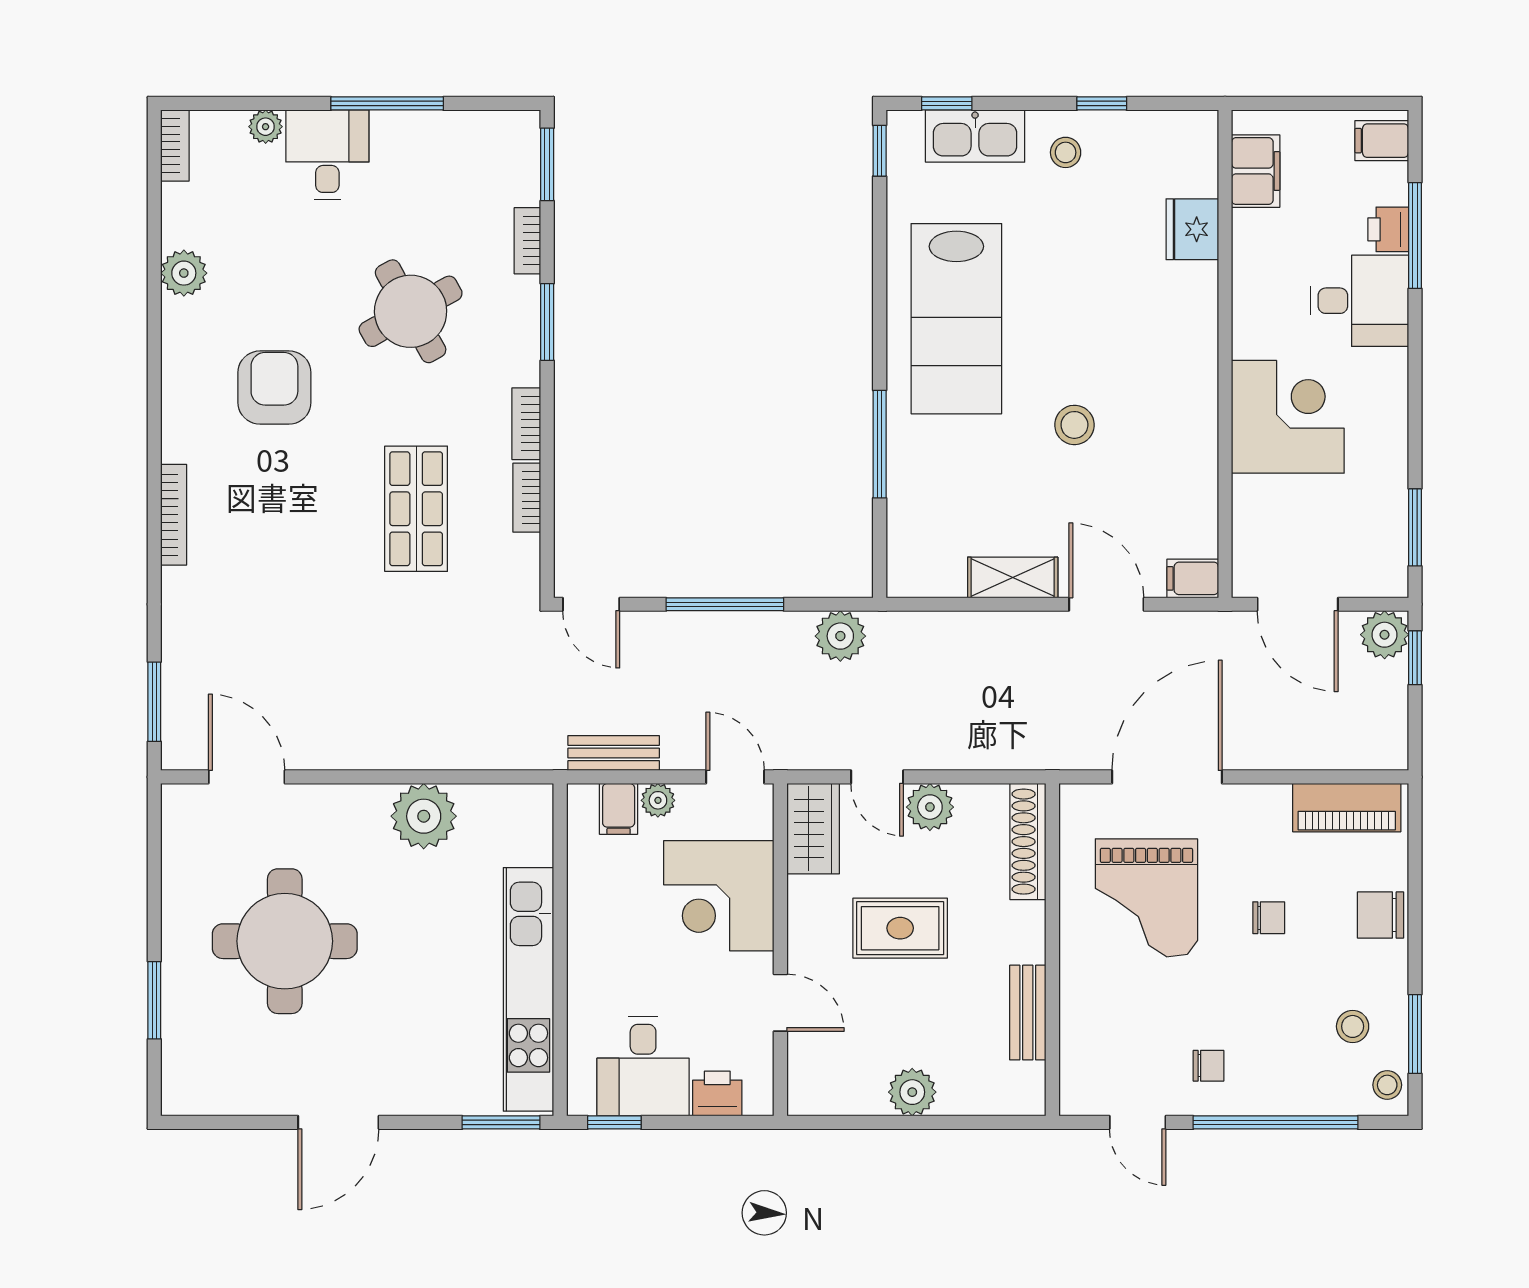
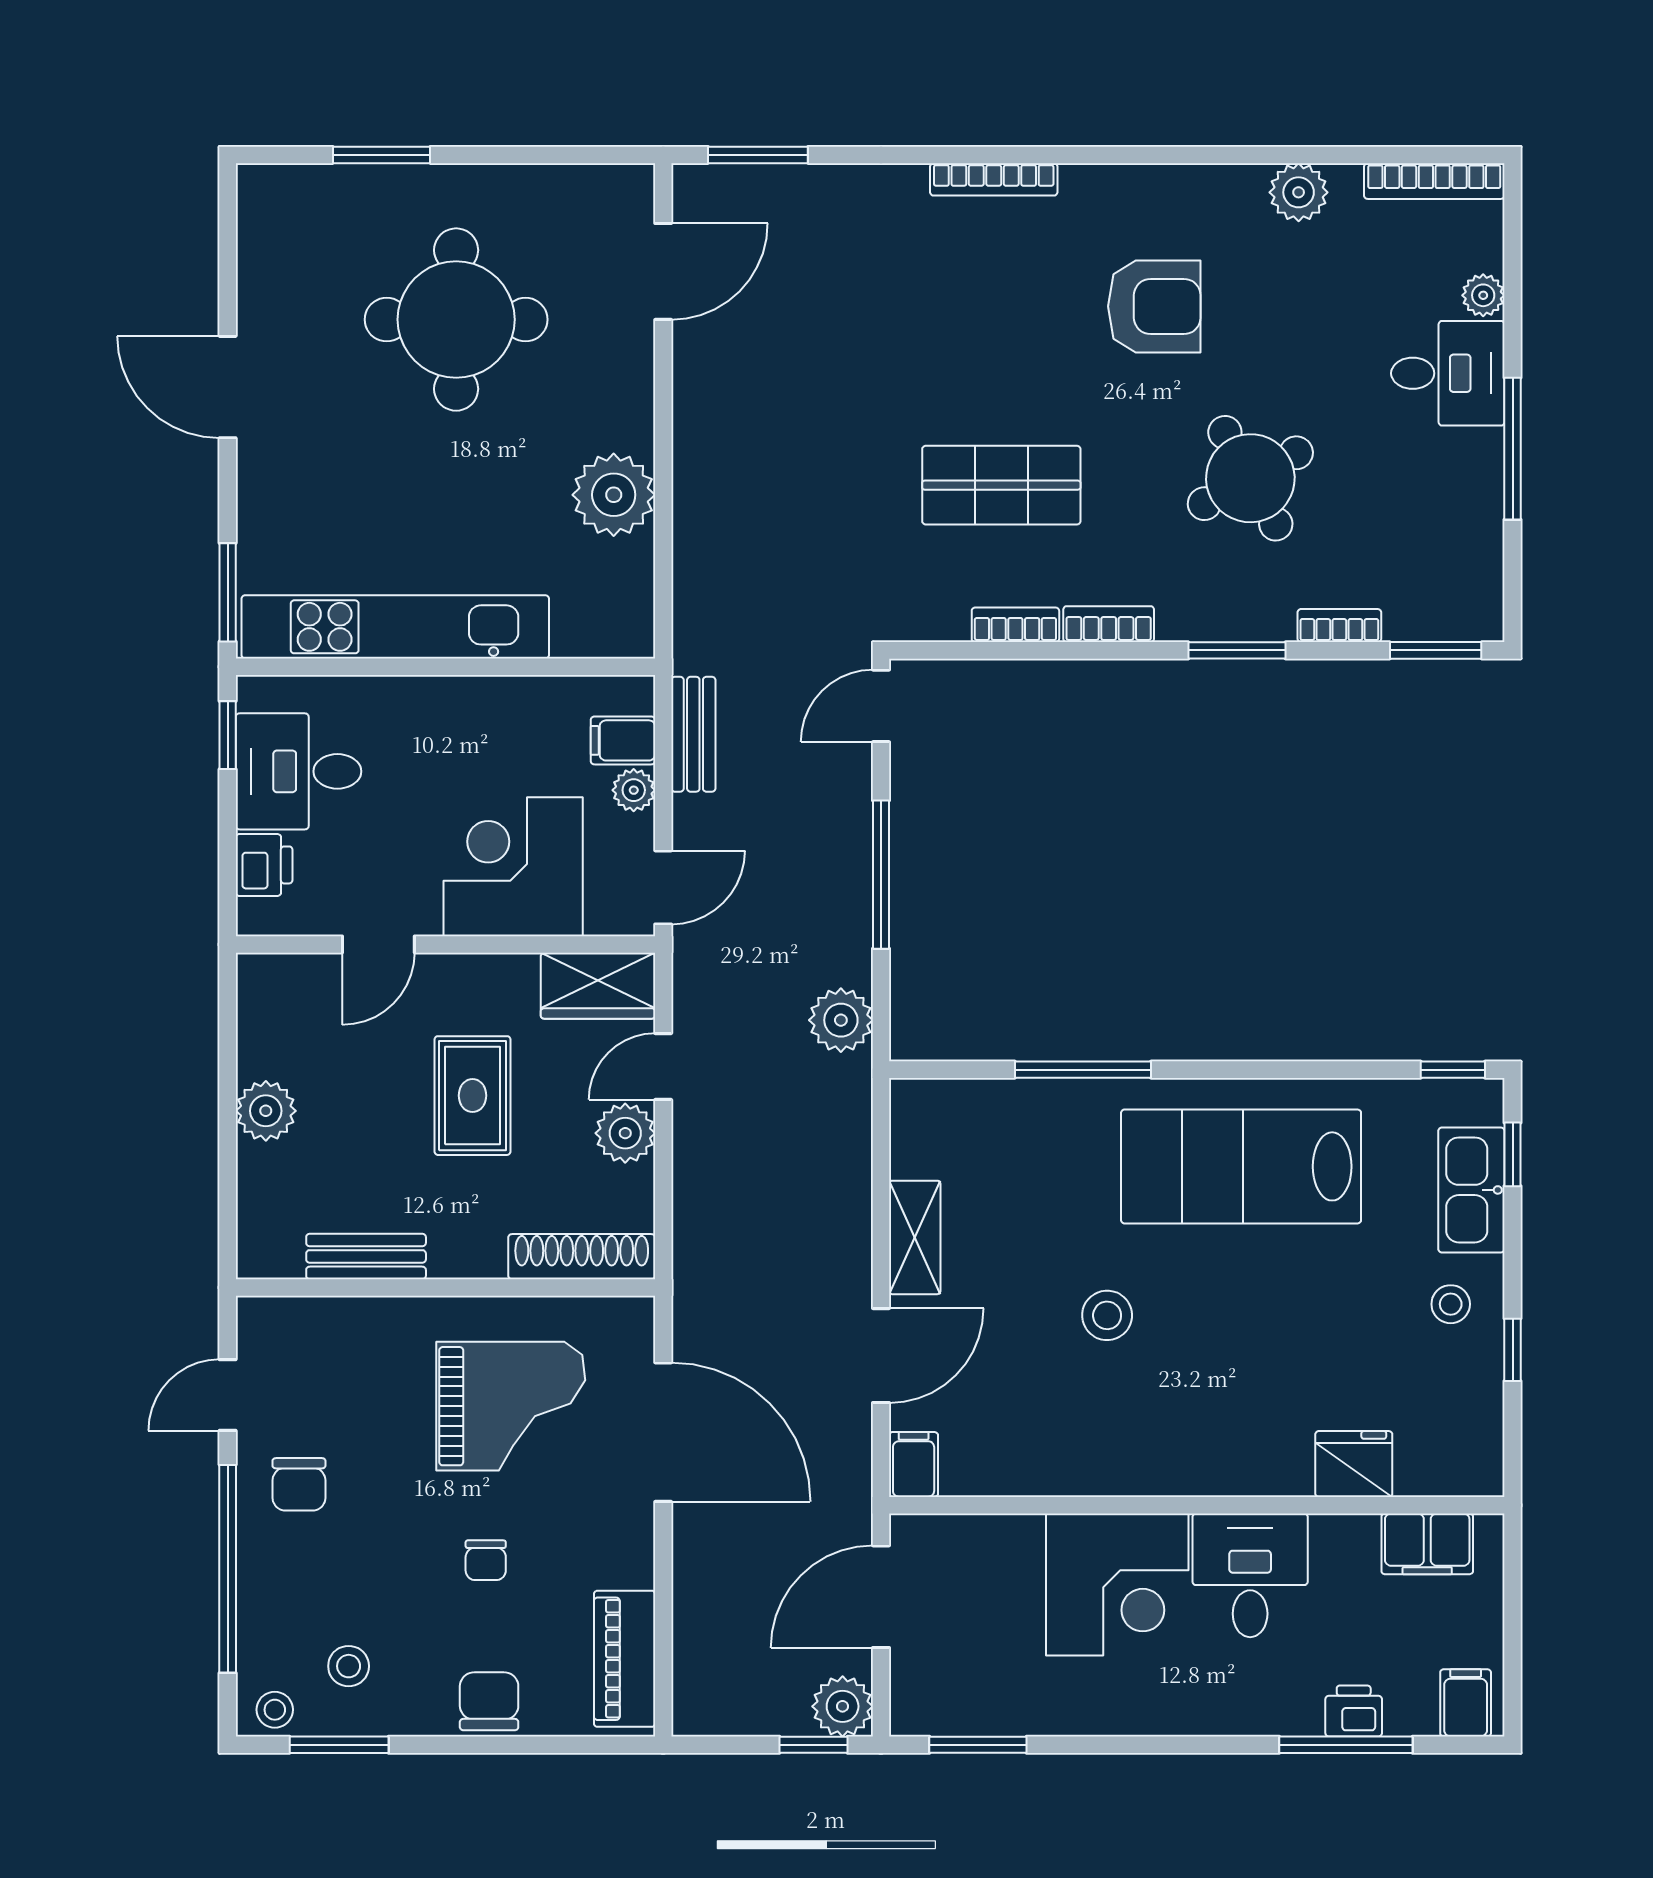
bookcase: (175, 145) -> (1434, 181), width x1.56
desk: (1359, 301) -> (1250, 1575), moved, turned 180
grand piano: (1146, 898) -> (511, 1406), turned 180
chair: (1208, 1066) -> (299, 1484), width x1.37, depth x1.37

